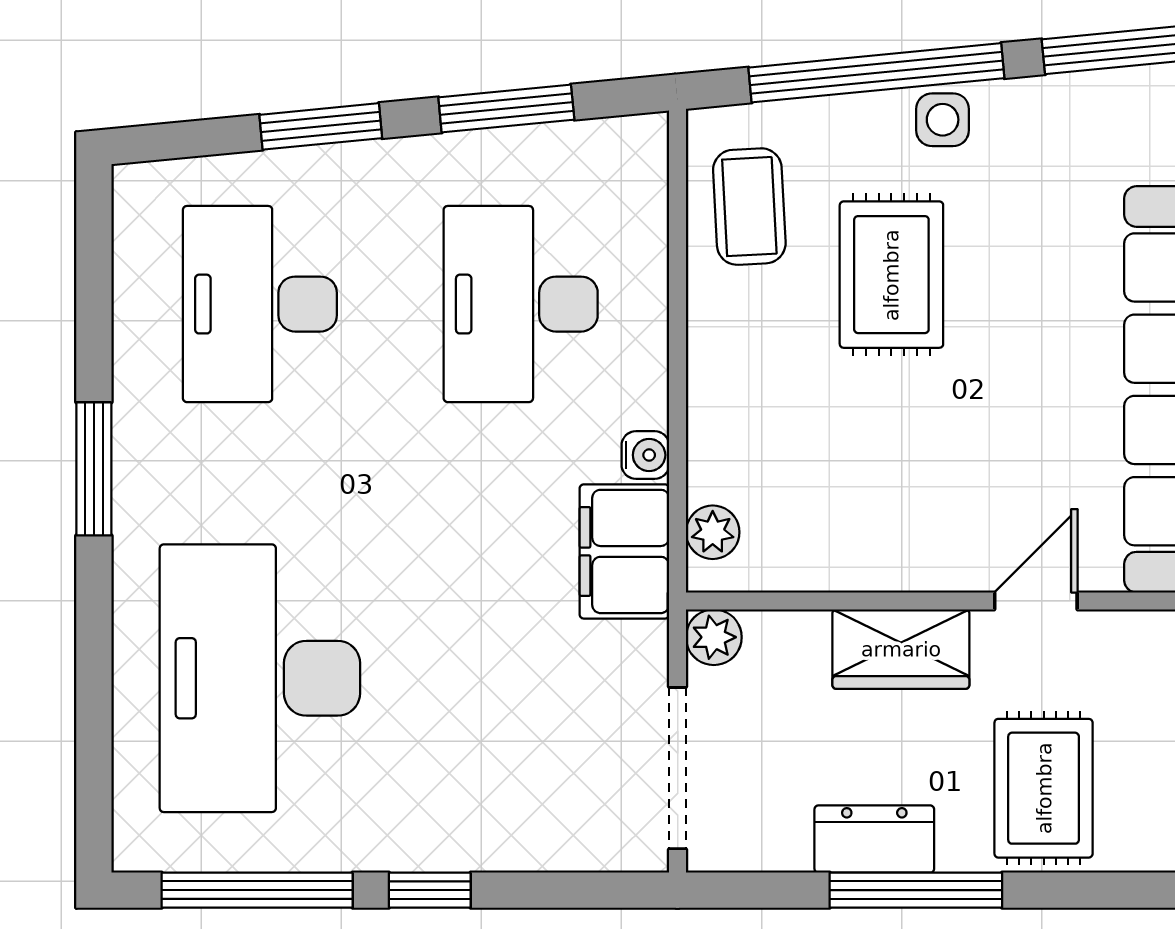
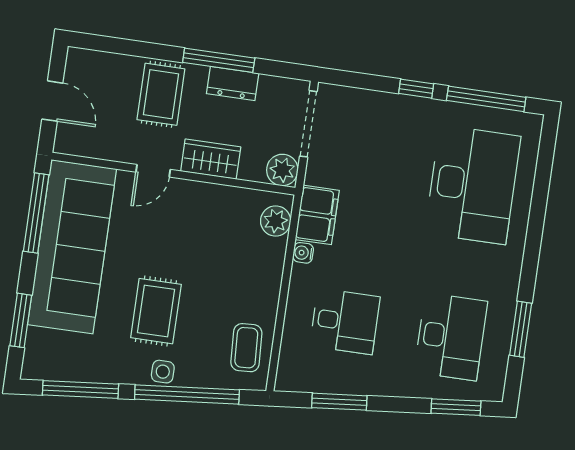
window: (321, 126) -> (456, 407), moved
rug: (891, 275) -> (156, 311), moved
desk: (521, 304) -> (345, 321), width x0.73
window: (94, 469) -> (521, 329), moved
plant: (713, 532) -> (276, 221), width x1.38, depth x1.38
plant: (714, 637) -> (282, 170), width x1.38, depth x1.38

